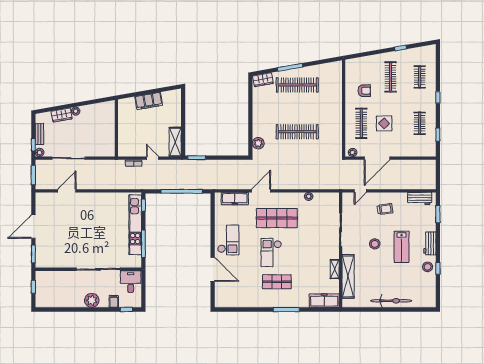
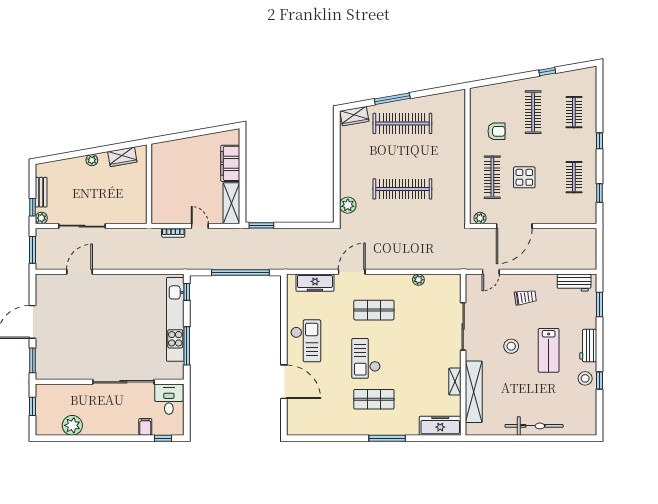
filing cabinet: (149, 101) -> (230, 163), moved, turned 100
wardrobe: (62, 115) -> (122, 157), moved
shop shelf: (277, 218) -> (374, 310), width x0.70, depth x0.74
plant: (92, 300) -> (72, 425), moved

